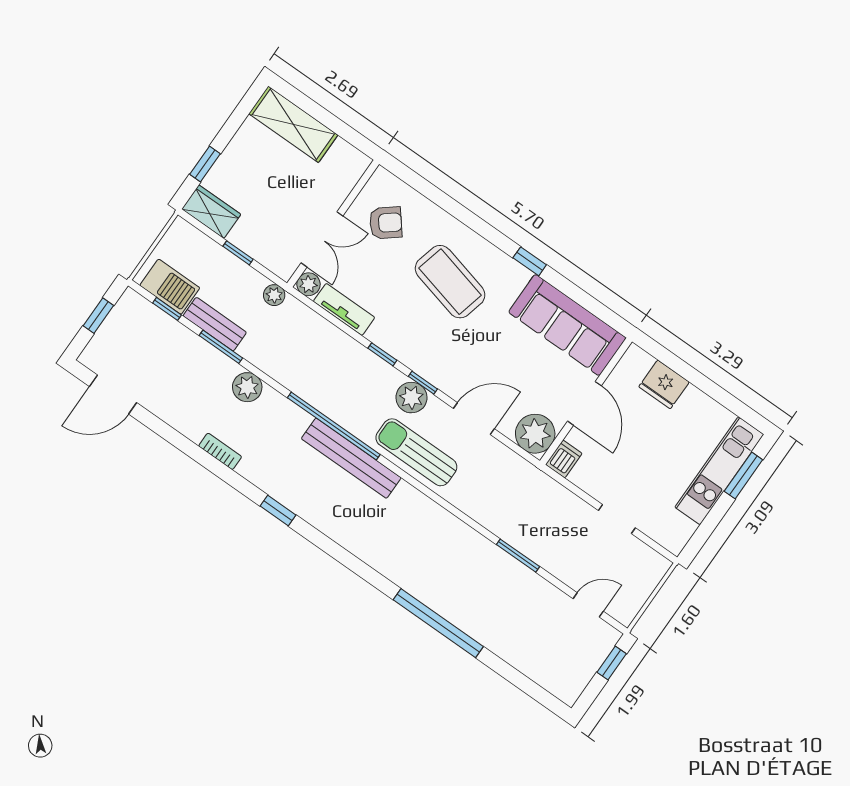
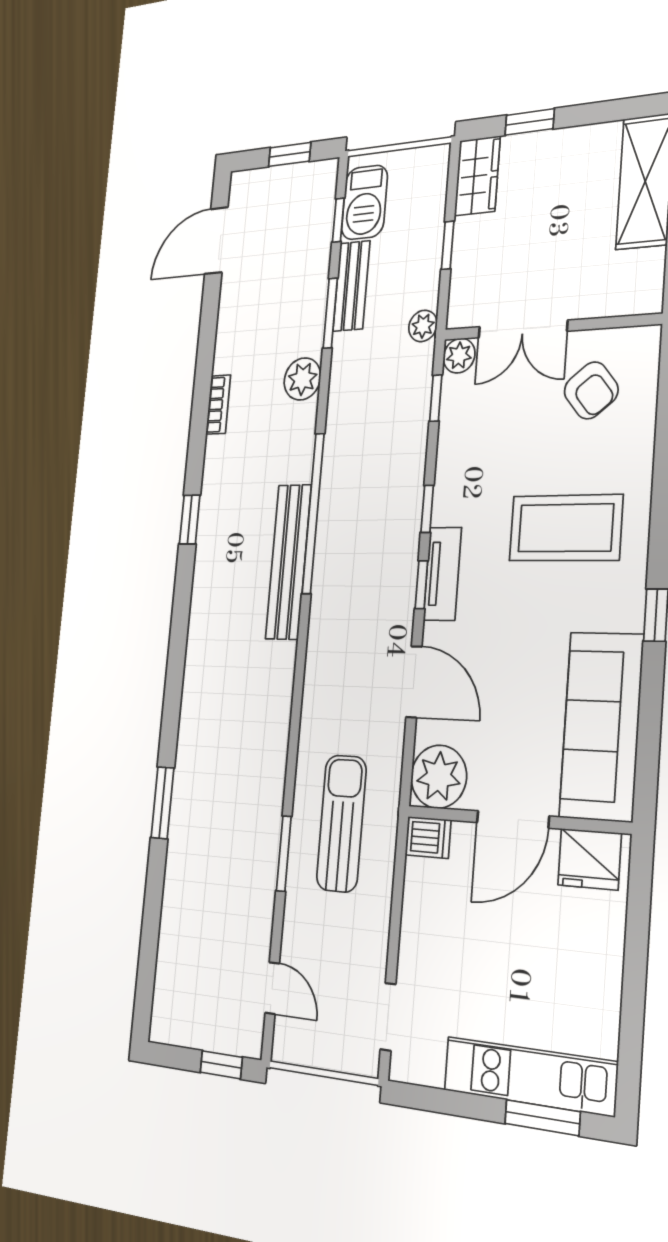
coffee table: (450, 282) -> (566, 528), turned 76
tv unit: (344, 309) -> (442, 574), moved
window: (323, 312) -> (436, 398), added
fridge: (664, 384) -> (590, 859), moved, turned -90
door: (113, 395) -> (216, 241), hinge flipped
plant: (411, 398) -> (396, 583), removed
sun lounger: (416, 452) -> (341, 823), moved
doorway: (617, 519) -> (388, 1017), moved
window: (438, 623) -> (163, 803), width x0.47

